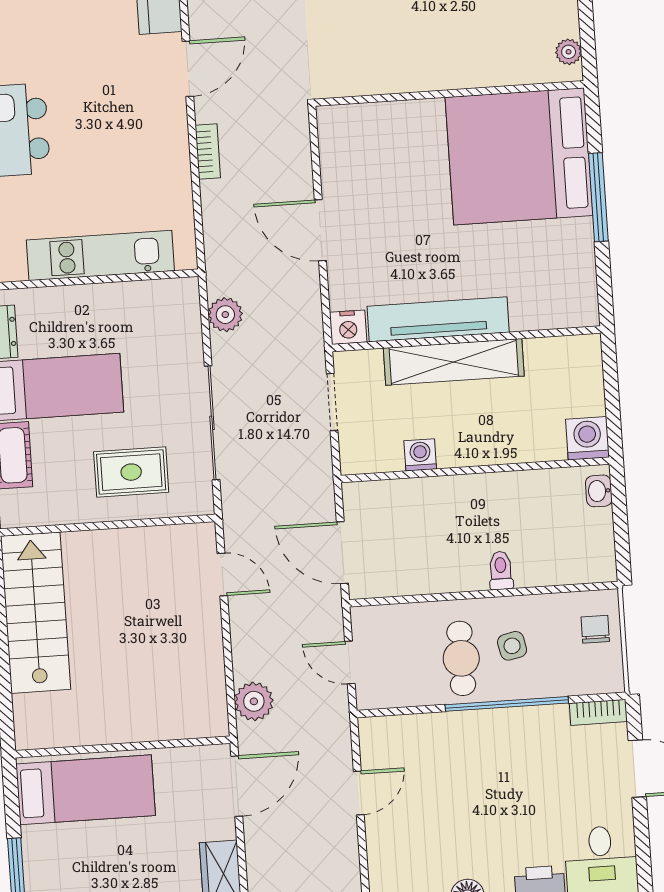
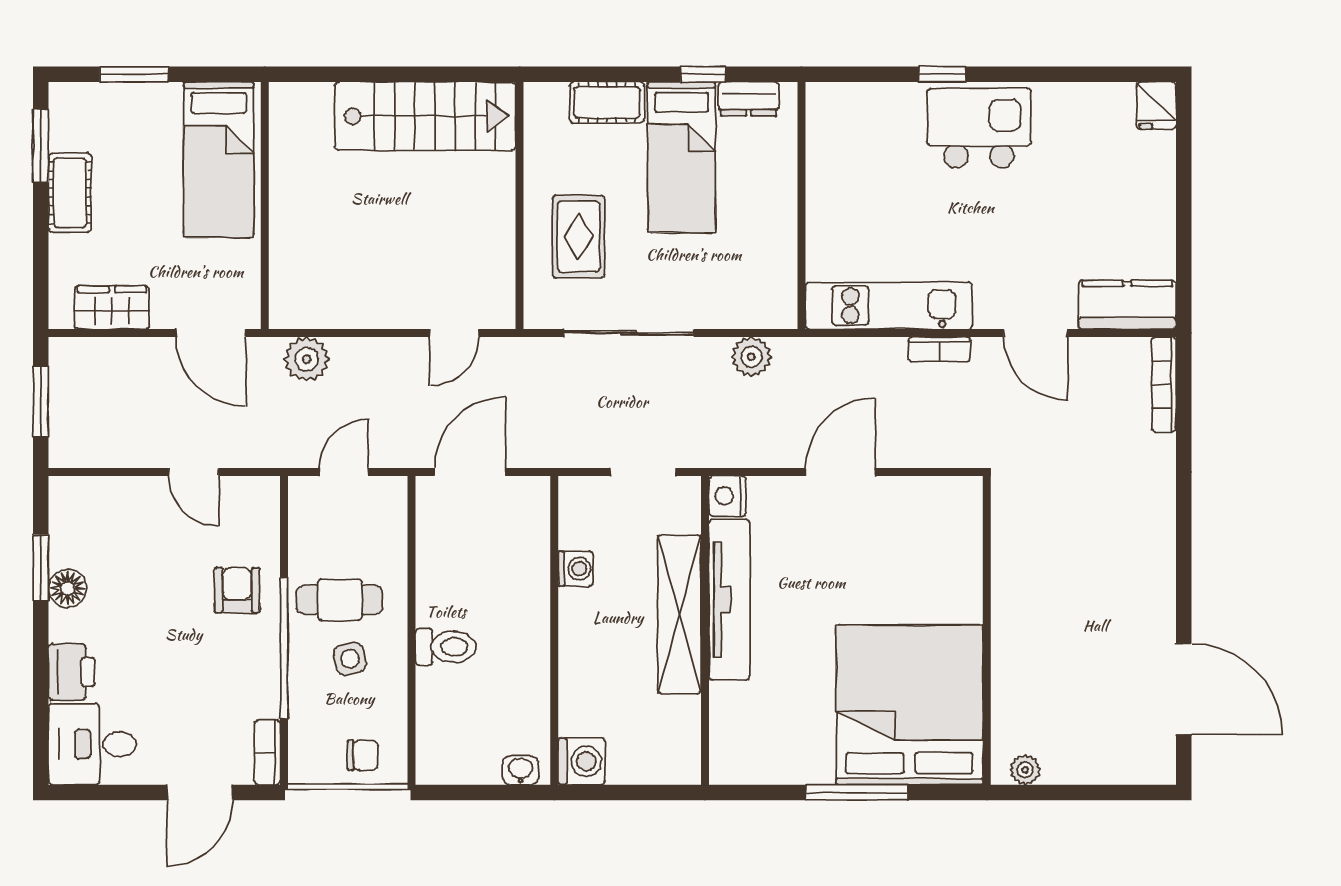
kitchen unit: (100, 255) -> (889, 306), moved, turned -90
toilet: (501, 570) -> (446, 647), width x1.37, depth x1.39
armchair: (459, 748) -> (237, 590), added

